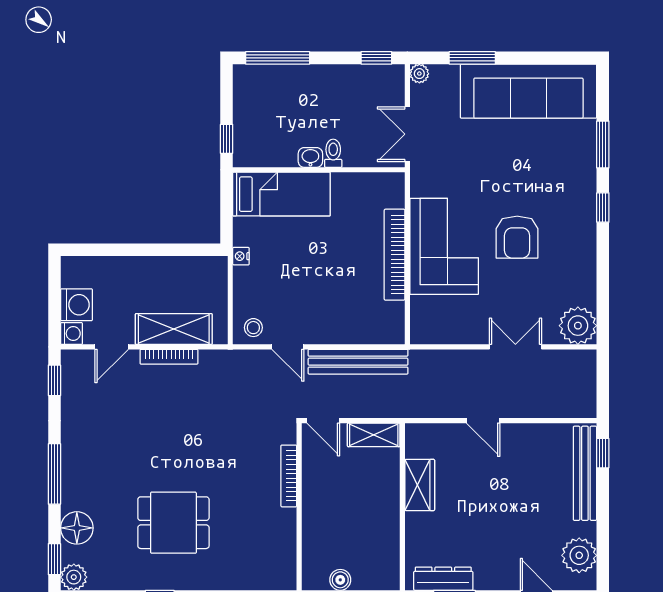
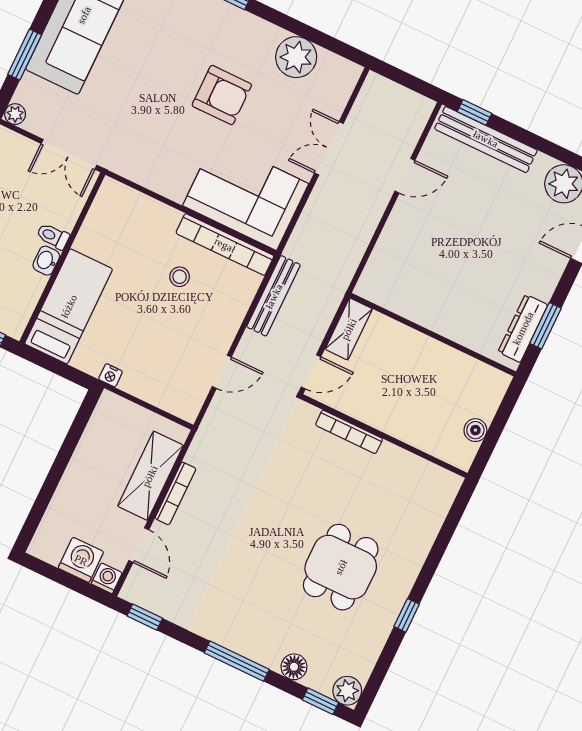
corner sofa: (444, 246) -> (246, 195), moved
bookcase: (395, 255) -> (225, 245), moved
plant: (578, 326) -> (296, 57), moved
stool: (253, 328) -> (180, 277), moved
bench: (358, 362) -> (274, 296), width x0.73, depth x0.82
door: (483, 421) -> (405, 176), moved
wardrobe: (420, 485) -> (420, 307), removed
floor lamp: (77, 528) -> (294, 667), width x0.73, depth x0.73

